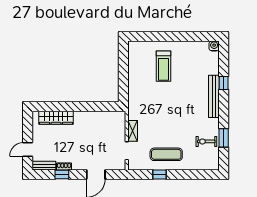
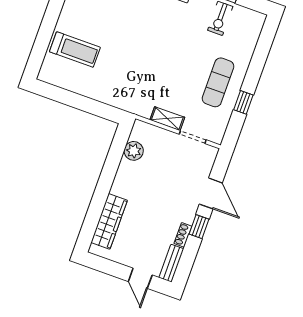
treadmill: (164, 66) -> (75, 50), moved
plant: (105, 117) -> (134, 151), added
window: (62, 174) -> (199, 227), moved

